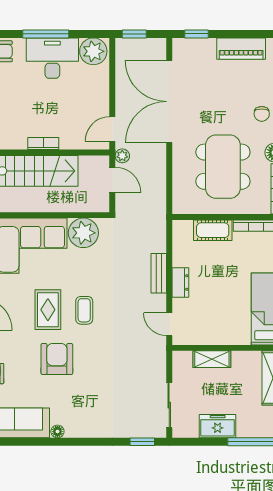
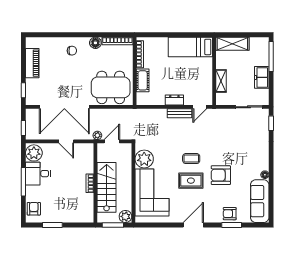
desk: (52, 58) -> (38, 174), width x0.73
door: (112, 129) -> (66, 141), moved
dining table: (223, 167) -> (111, 87), moved
bench: (159, 273) -> (180, 113), moved

